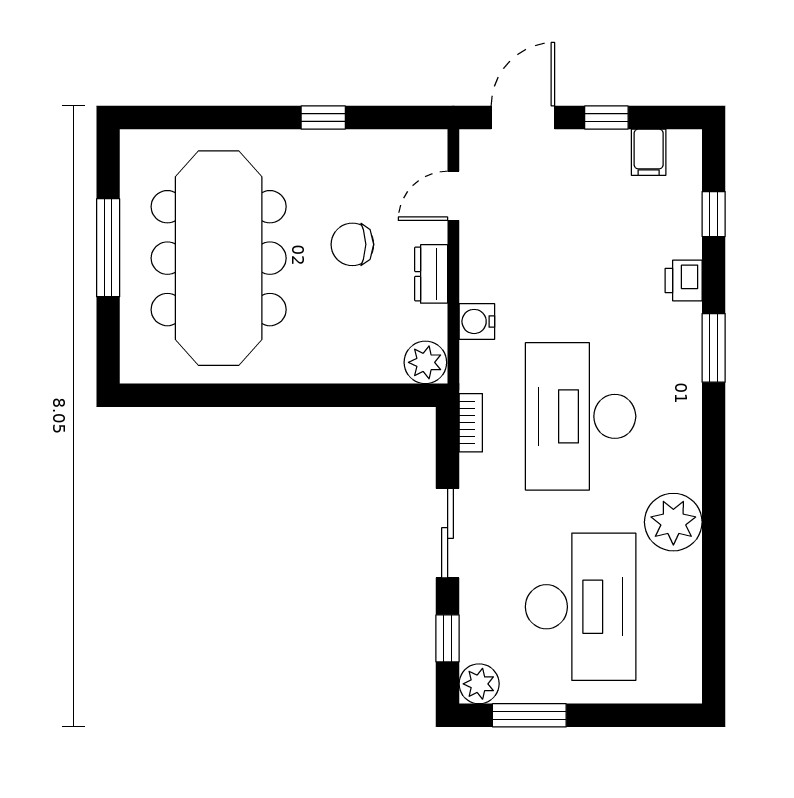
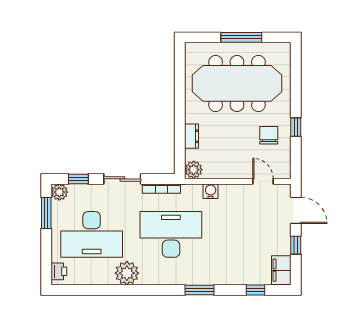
filing cabinet: (649, 152) -> (281, 270), width x2.00
chair: (352, 244) -> (269, 135), moved
dresser: (431, 274) -> (192, 136), moved, turned 90
printer: (684, 280) -> (59, 271), moved, turned 90
bookcase: (471, 423) -> (161, 189), width x1.56

